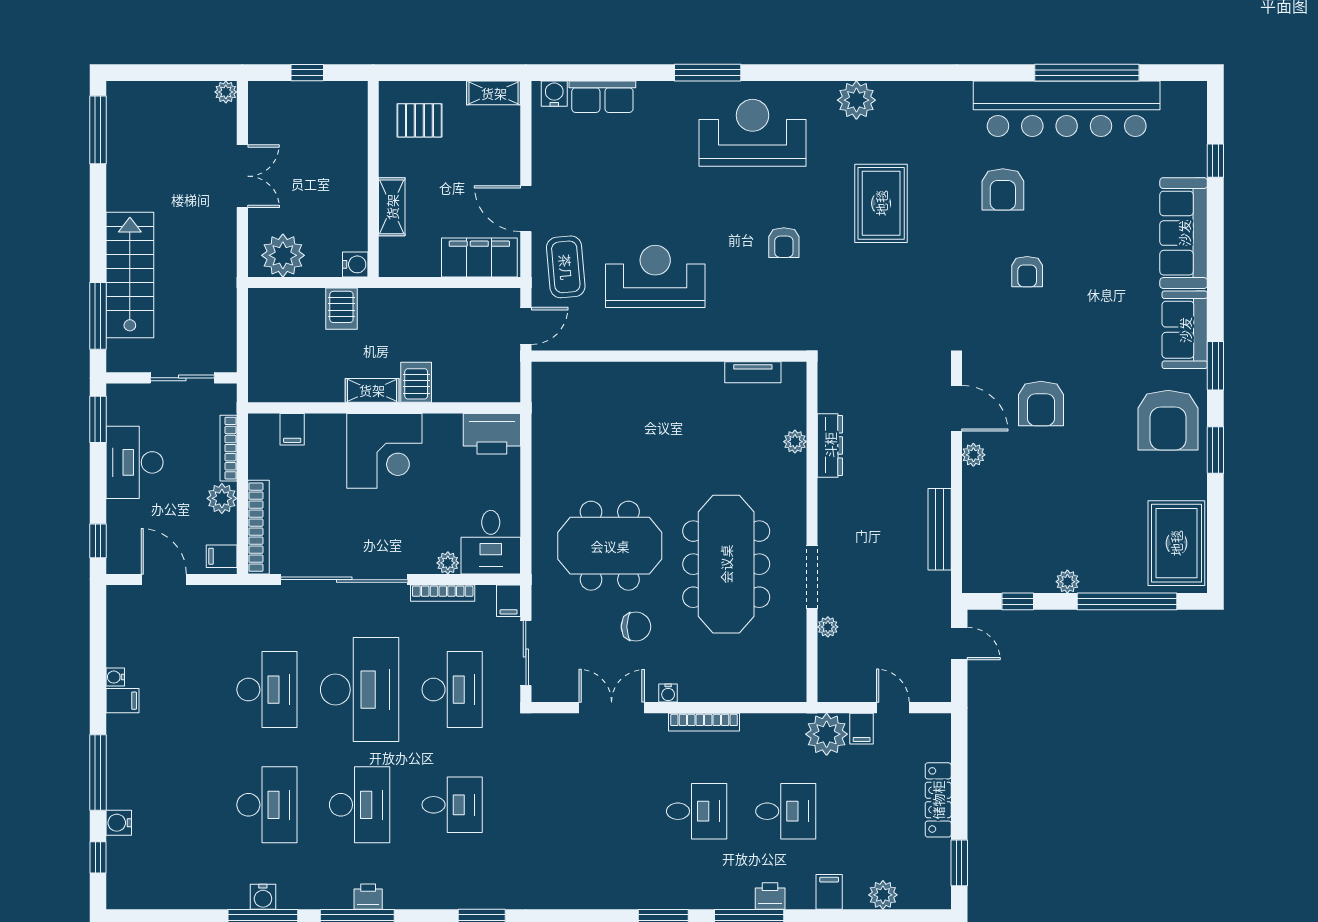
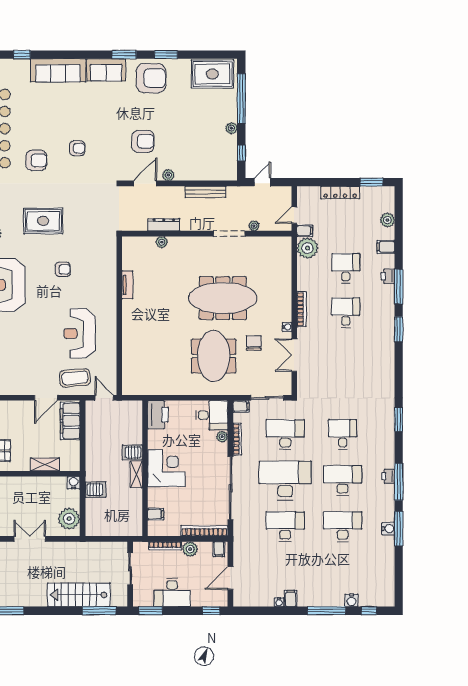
plant: (795, 442) -> (162, 242), moved
dresser: (830, 445) -> (164, 225), moved
wall: (812, 532) -> (207, 234), moved
doorway: (812, 577) -> (229, 234), moved
plant: (828, 627) -> (254, 226), moved

